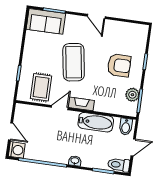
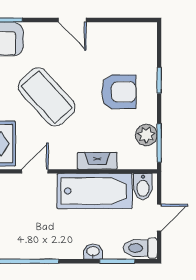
coffee table: (74, 62) -> (47, 97), turned -33
fireplace: (81, 104) -> (97, 161), moved
bathtub: (96, 122) -> (95, 191), width x1.36, depth x1.36
washbasin: (75, 161) -> (93, 252), moved

